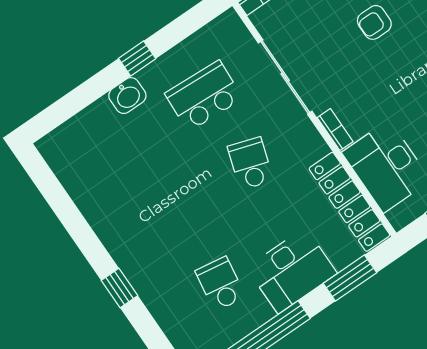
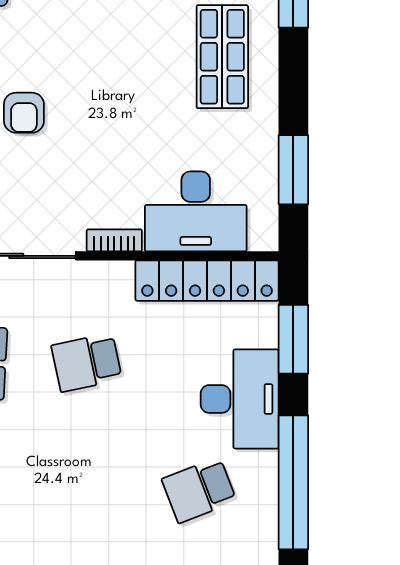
school desk: (250, 163) -> (87, 362), turned -30
school desk: (220, 284) -> (199, 490), turned -30

